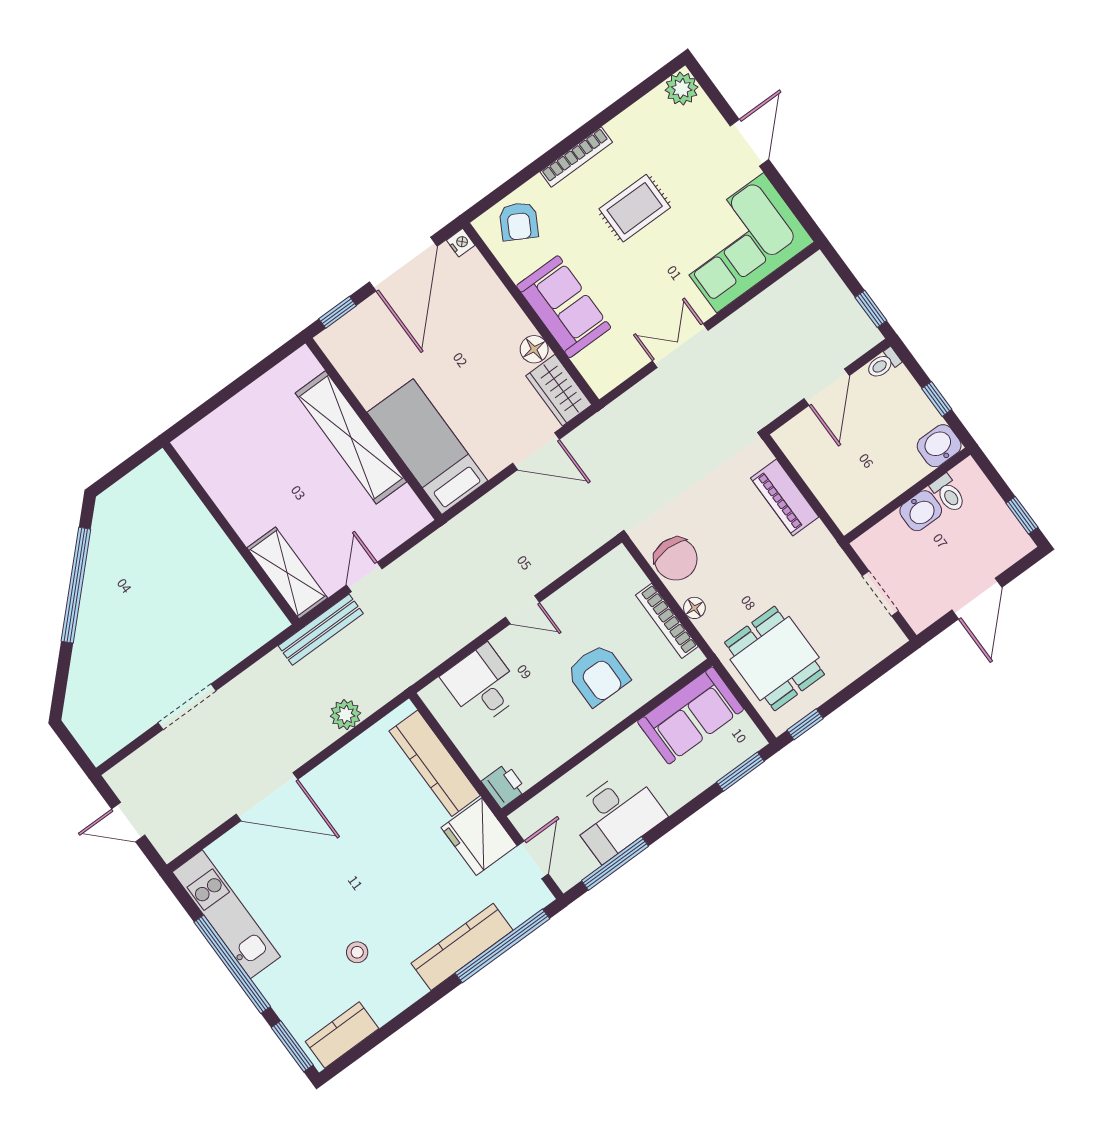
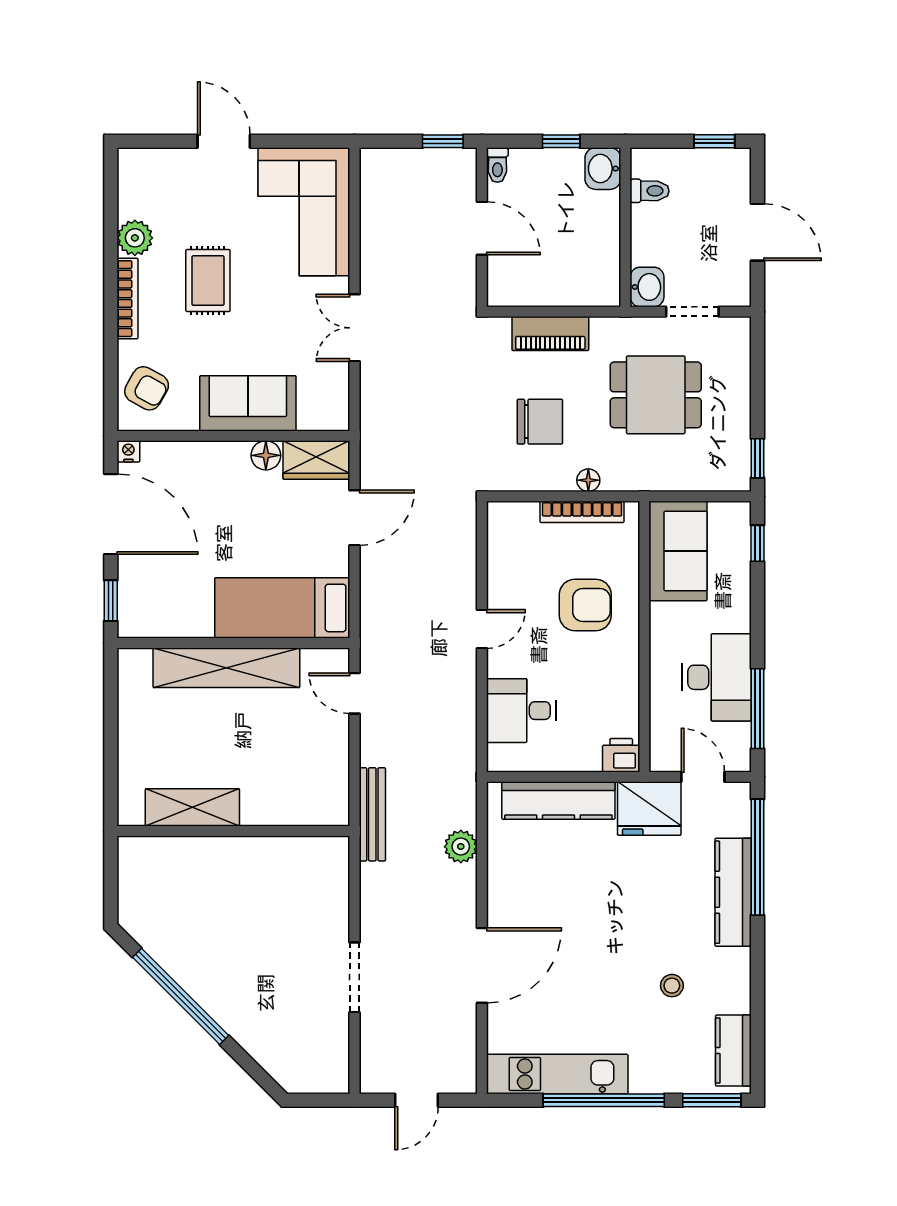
plant: (682, 89) -> (135, 238), moved
washbasin: (921, 511) -> (647, 287), moved
chair: (676, 559) -> (540, 422), moved
shelving: (287, 573) -> (192, 807), moved
door: (364, 577) -> (354, 693), moved
dining table: (775, 658) -> (656, 395), moved
window: (740, 772) -> (758, 543), width x0.67

